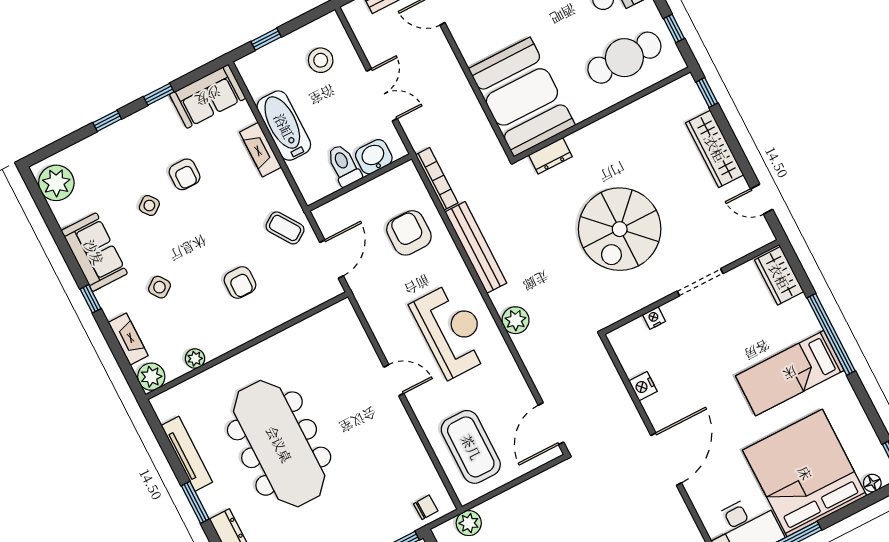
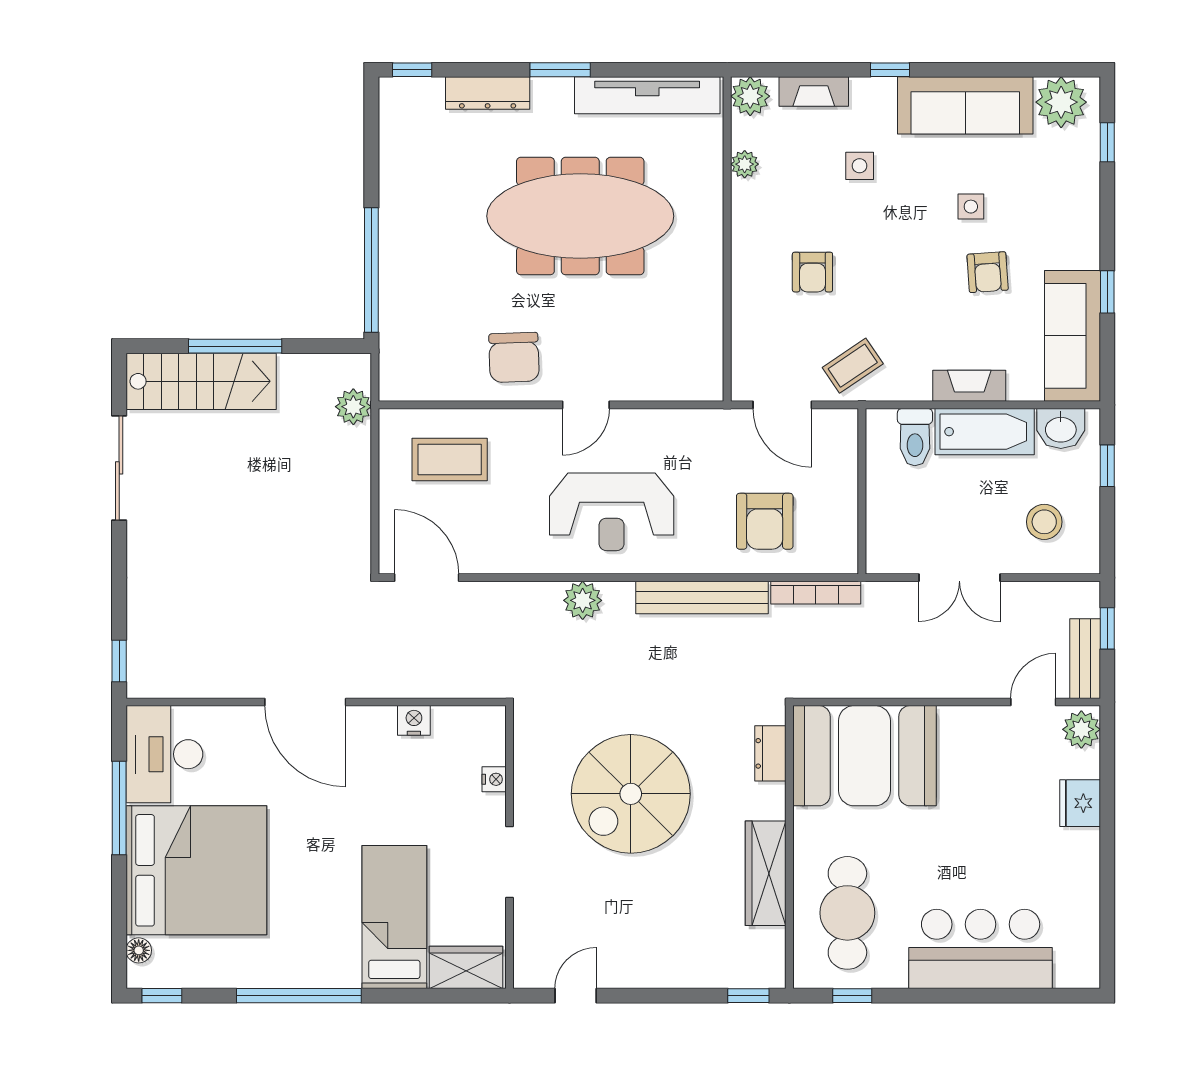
sofa: (208, 96) -> (1072, 336), width x1.36
window: (107, 121) -> (1107, 142), moved
wardrobe: (715, 149) -> (766, 873), moved, turned -90
washbasin: (374, 157) -> (1061, 428), moved, turned 90
toilet: (344, 165) -> (915, 437), moved, turned 90
armchair: (185, 174) -> (988, 272), turned -94
side table: (149, 206) -> (971, 207), turned 38
spiral stairs: (620, 229) -> (631, 794), turned -90
armchair: (409, 233) -> (765, 521), turned 90
sofa: (94, 252) -> (965, 105), width x1.36
armchair: (240, 282) -> (812, 272), turned -90
side table: (159, 287) -> (860, 166), turned 36
window: (831, 334) -> (299, 996), moved
bed: (790, 373) -> (394, 917), moved
coffee table: (471, 447) -> (450, 460), width x0.73, depth x0.76
tv unit: (187, 454) -> (647, 95), width x1.36, depth x1.29
chair: (426, 507) -> (514, 357), moved, width x1.87, depth x1.87

